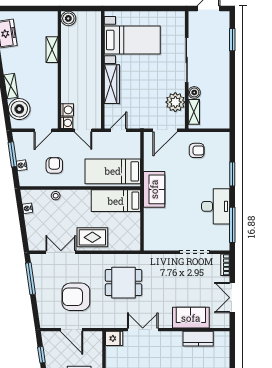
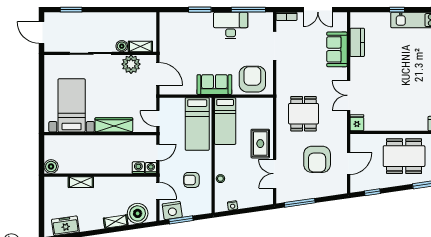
armchair: (197, 150) -> (252, 79), moved, width x1.88, depth x1.88
nightstand: (21, 165) -> (172, 210), moved, width x1.89, depth x1.79

